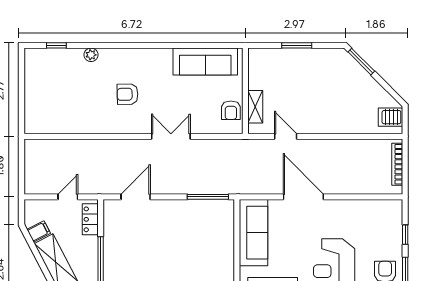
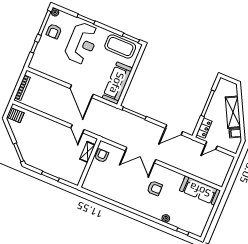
sofa: (205, 62) -> (200, 190), moved, turned 180
double door: (171, 136) -> (141, 155), width x1.37

